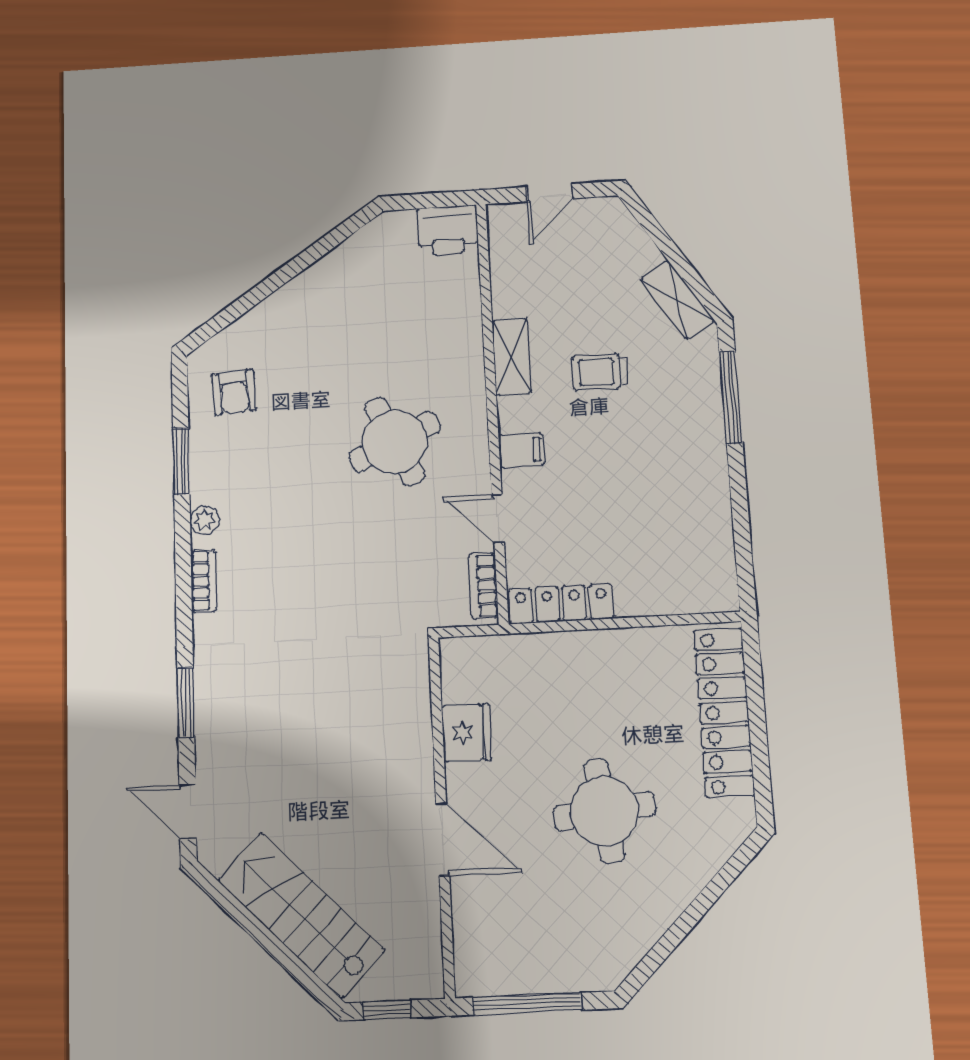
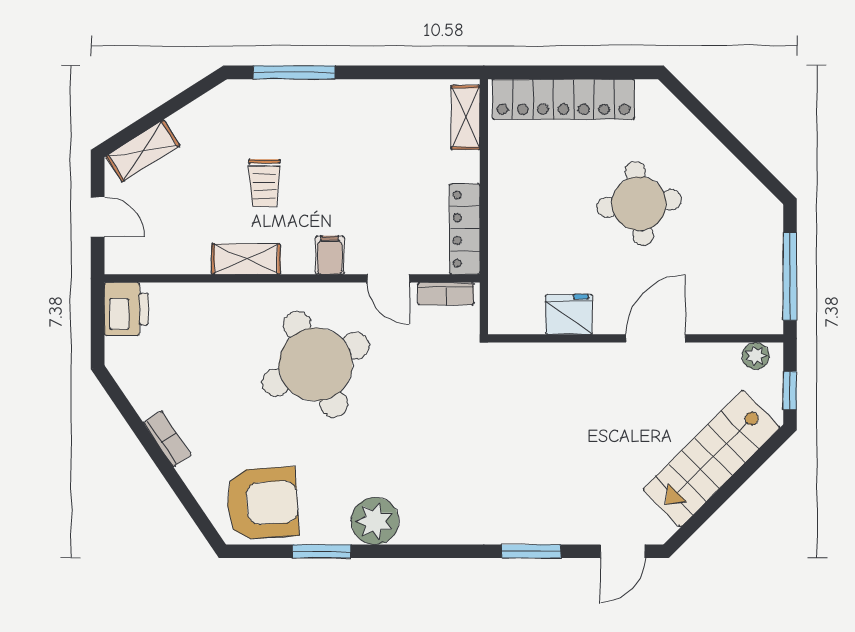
shelving: (677, 300) -> (143, 151), moved
armchair: (234, 392) -> (262, 503), width x1.88, depth x1.88
round table: (395, 442) -> (316, 364), width x1.36, depth x1.36
door: (498, 519) -> (388, 278), hinge flipped
plant: (204, 520) -> (375, 521), width x1.87, depth x1.87
bookcase: (204, 581) -> (167, 439), moved, turned 56
shelving: (693, 597) -> (465, 117), added
plant: (427, 965) -> (756, 356), added

